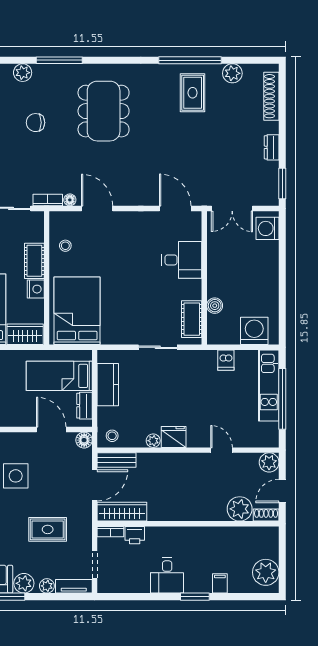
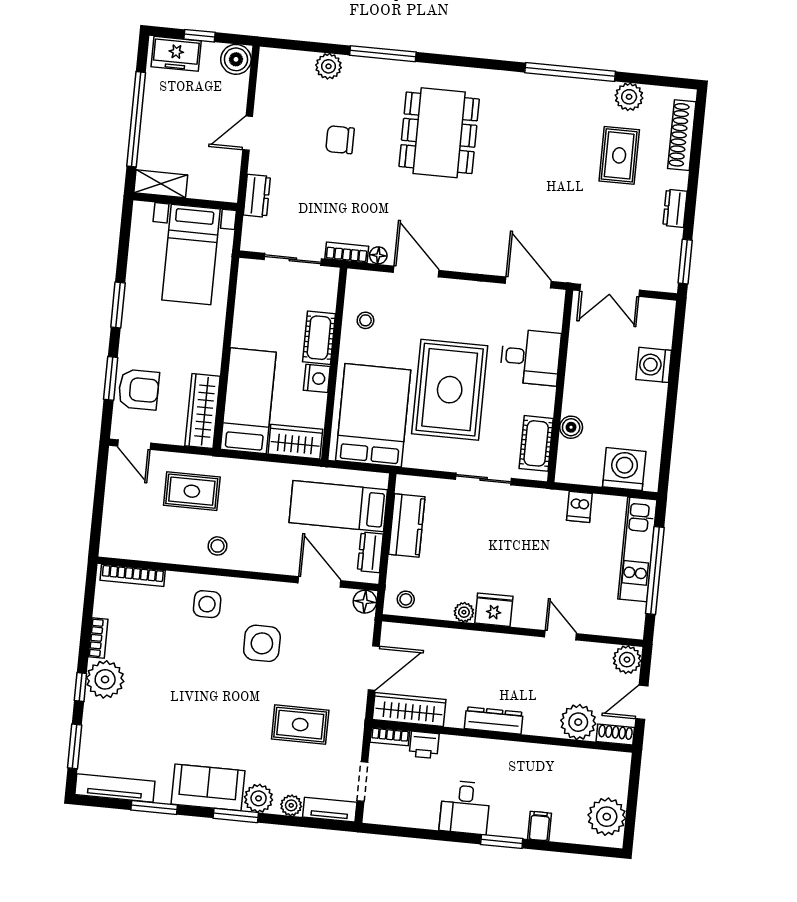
rug: (193, 93) -> (619, 155), moved
washing machine: (268, 228) -> (654, 365), moved
rug: (128, 288) -> (450, 390), added
bench: (116, 460) -> (409, 635), removed
dresser: (181, 513) -> (494, 720), added

